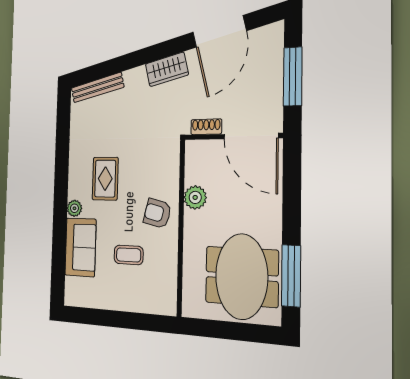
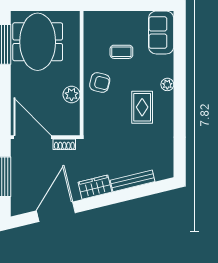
bench: (97, 88) -> (133, 181), moved
sofa: (80, 247) -> (161, 33), moved

